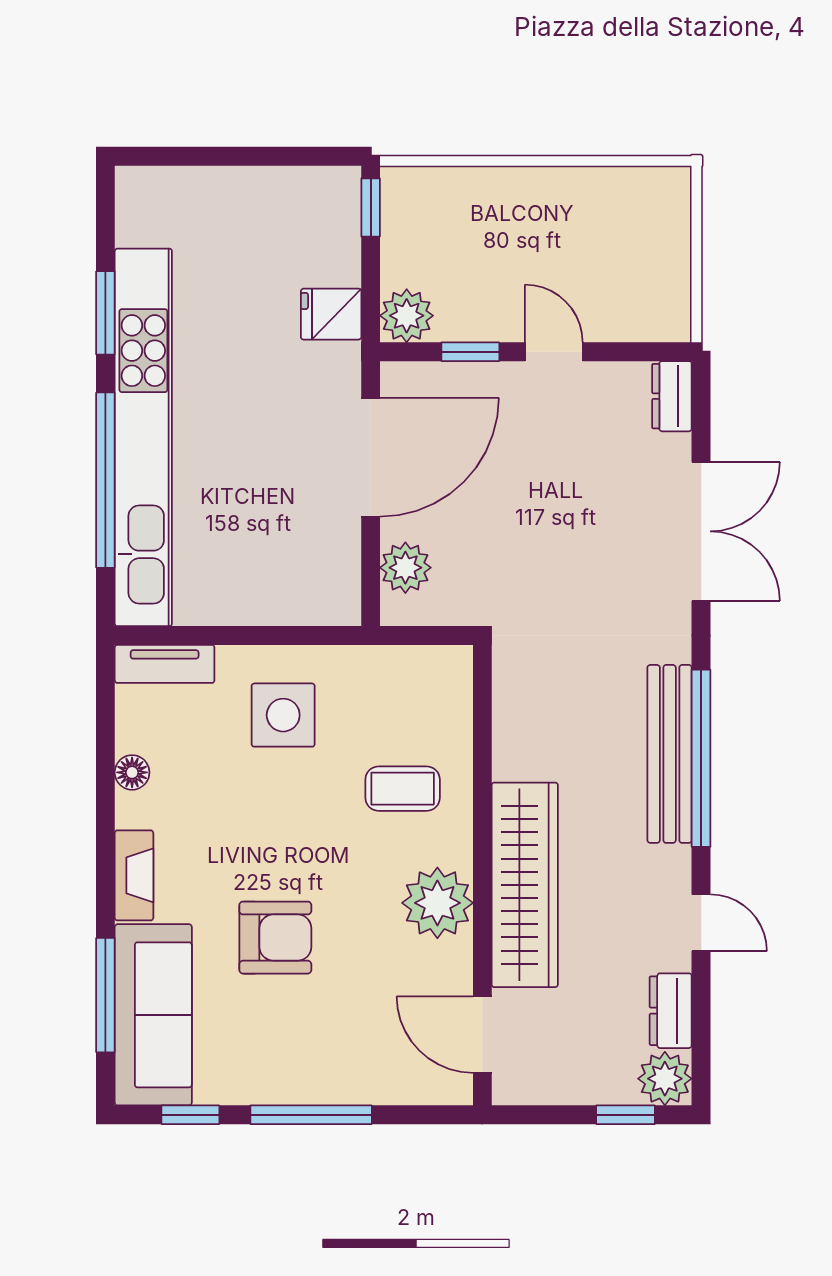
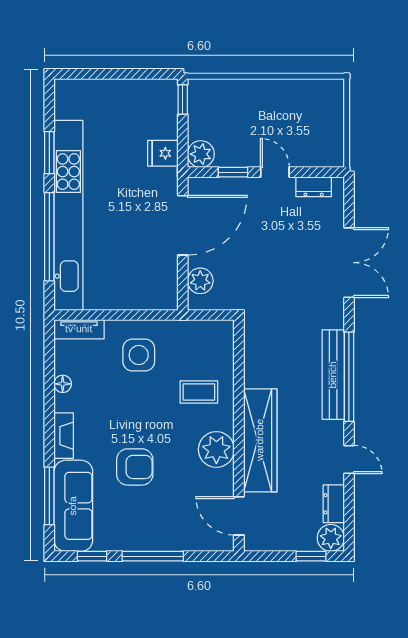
dresser: (672, 396) -> (314, 187), moved, turned -90

